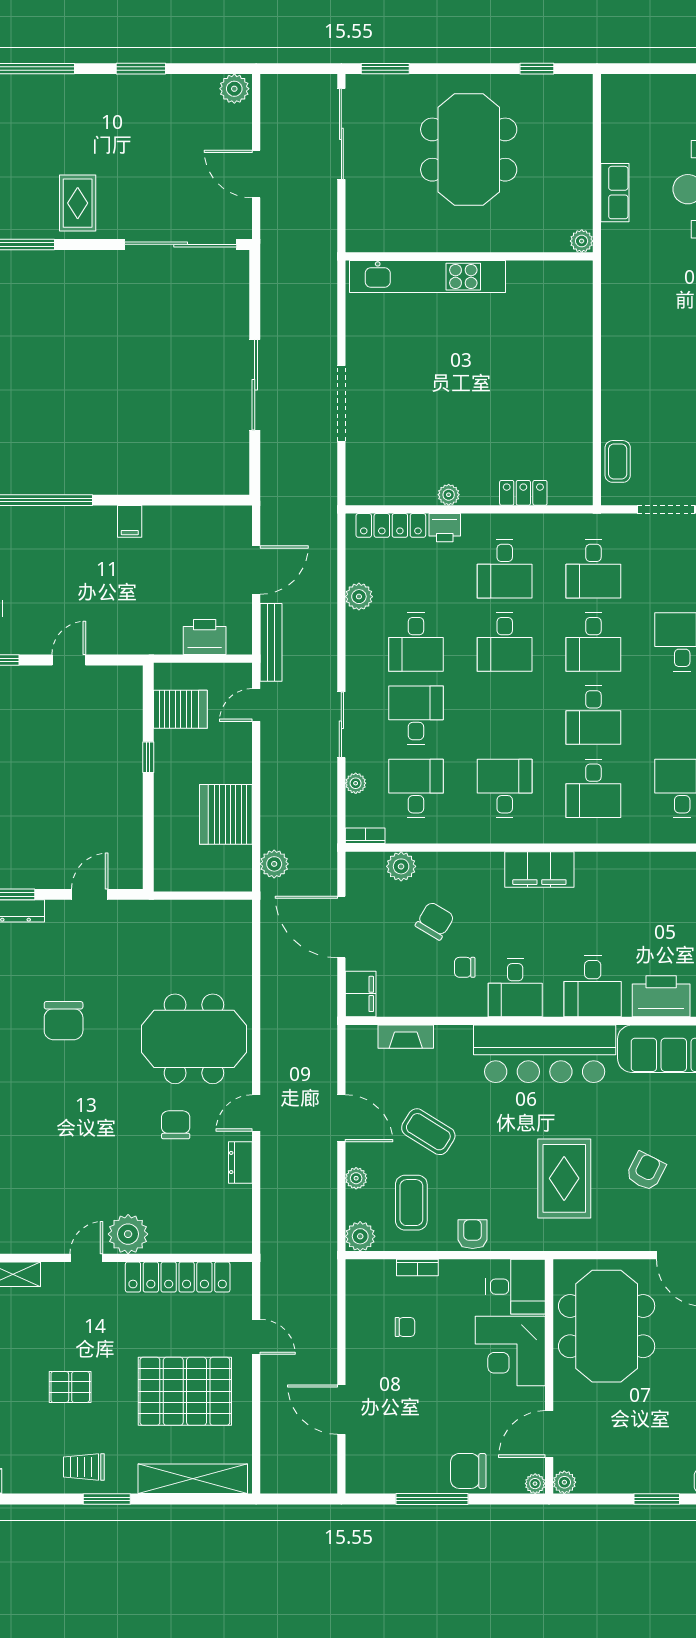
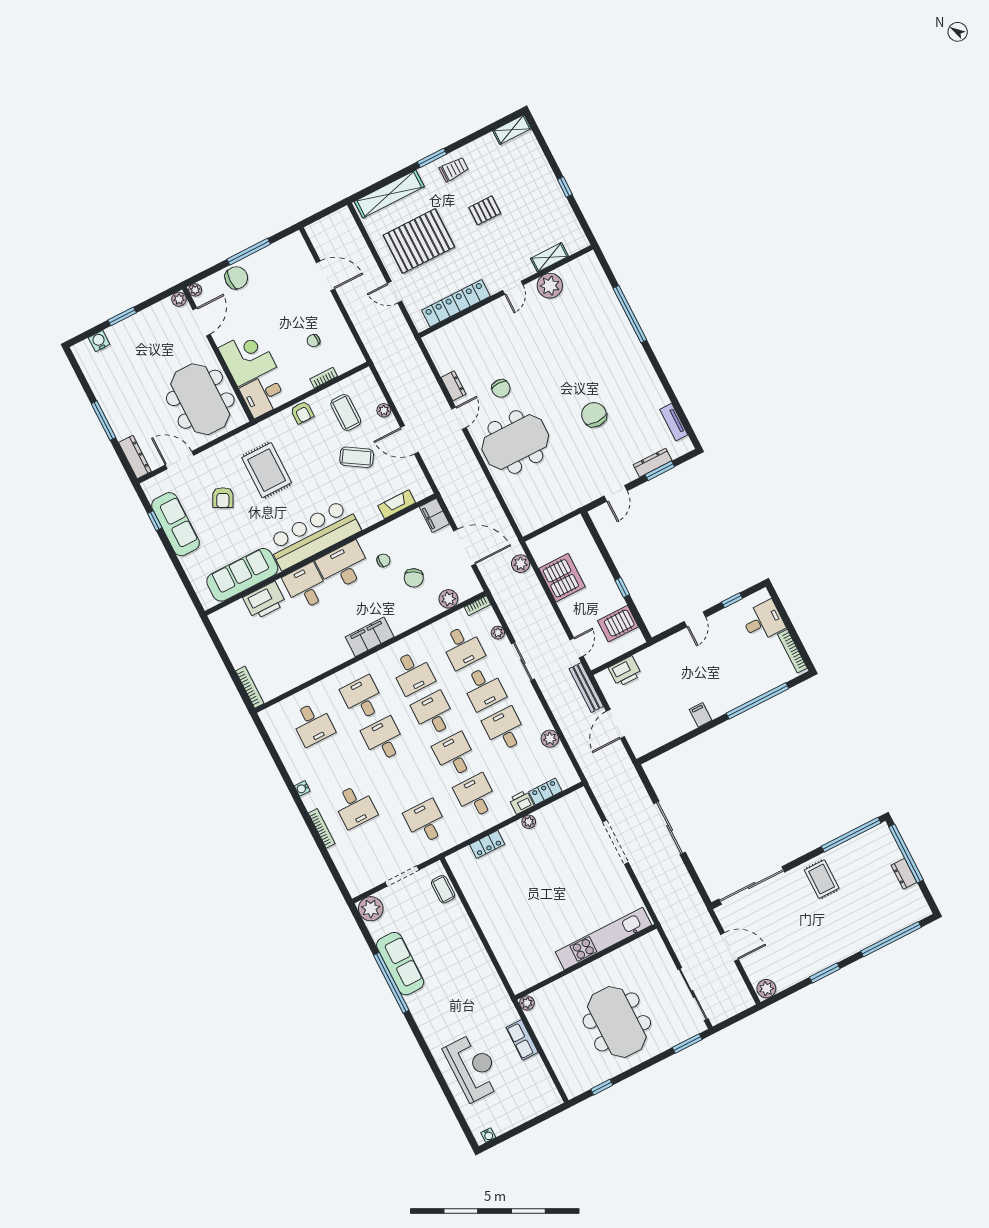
locker: (391, 525) -> (545, 791), width x0.66
desk: (593, 642) -> (434, 714), moved
desk: (515, 988) -> (344, 566), width x1.37
plant: (128, 1234) -> (550, 286), moved
plant: (360, 1236) -> (365, 379), removed

